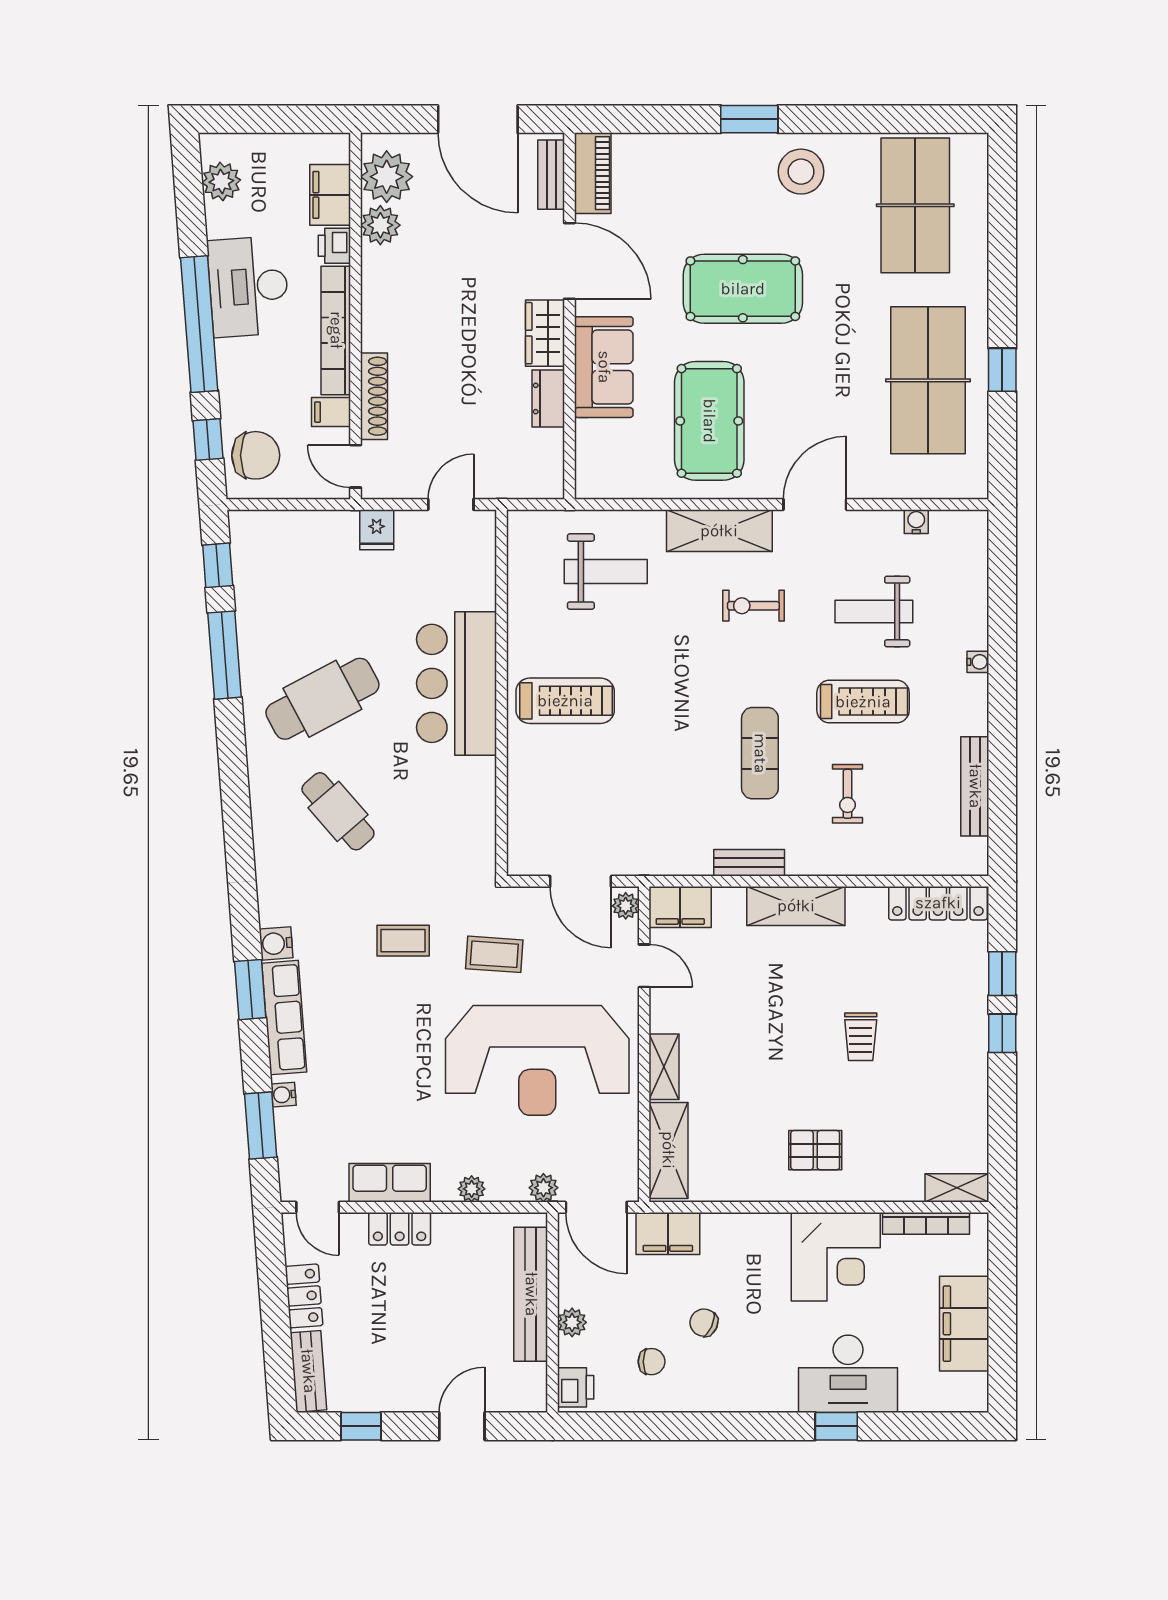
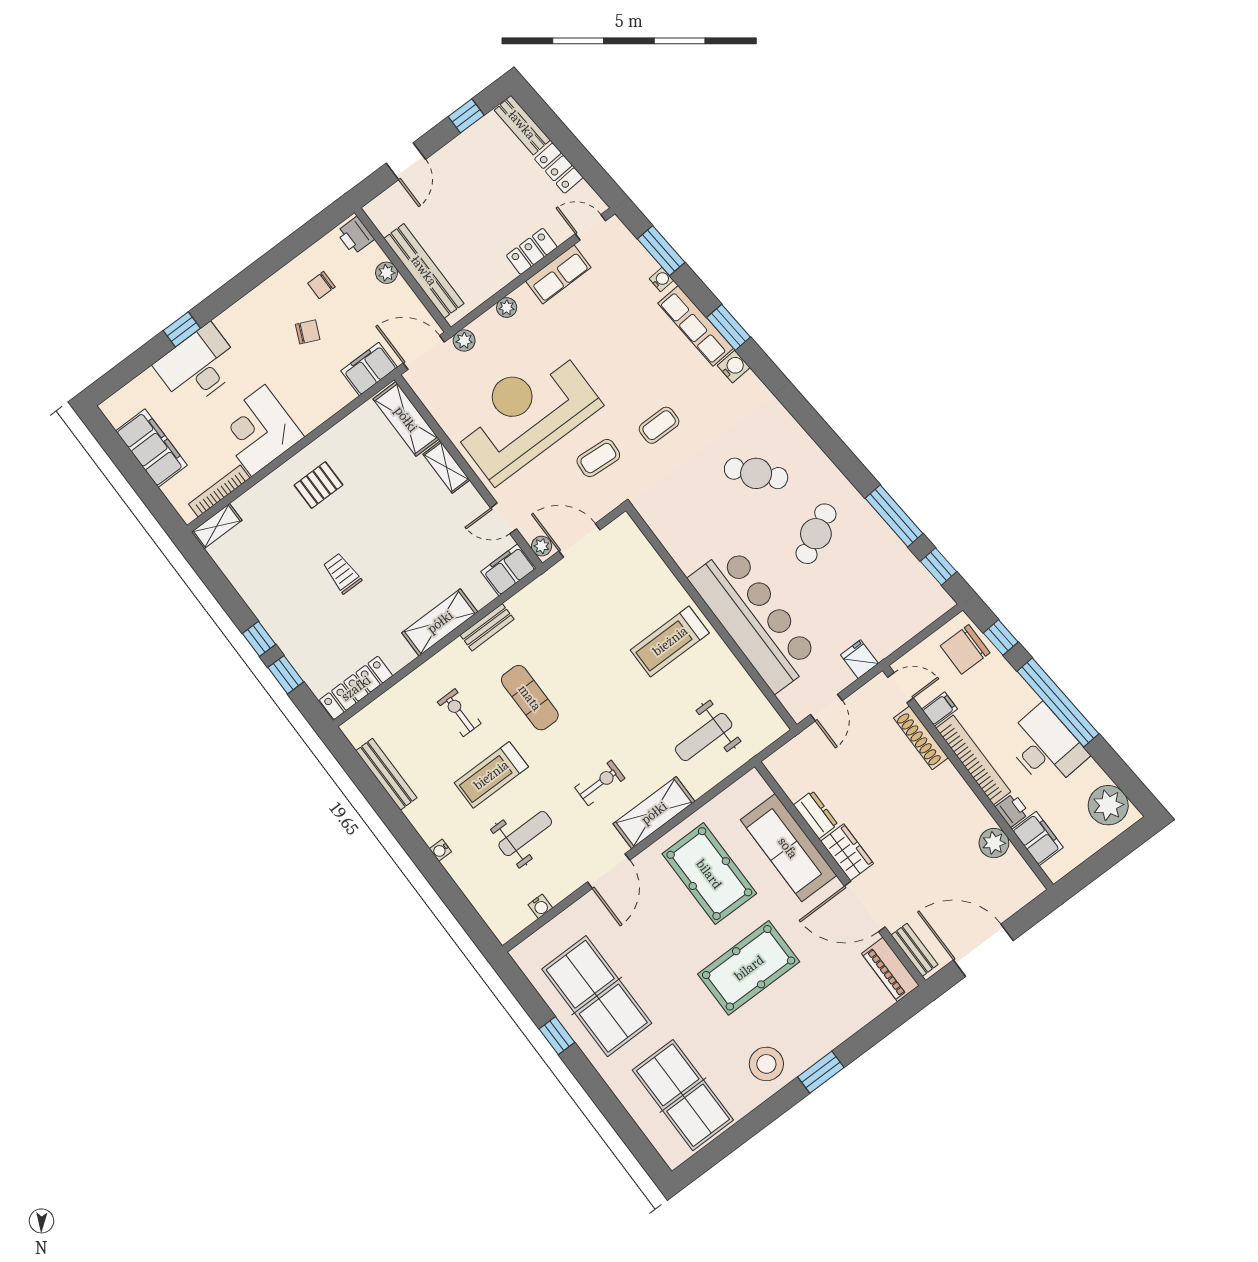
plant: (387, 177) -> (1012, 875), removed
plant: (221, 181) -> (1108, 805), width x1.36, depth x1.36
sofa: (604, 367) -> (788, 848), width x1.36
bar counter: (457, 683) -> (754, 619), width x1.36
cafe table: (322, 699) -> (816, 534), width x0.73, depth x0.74

